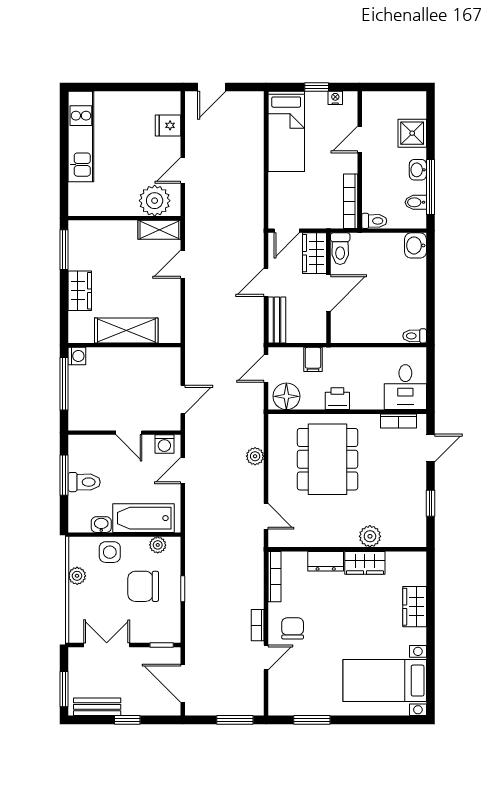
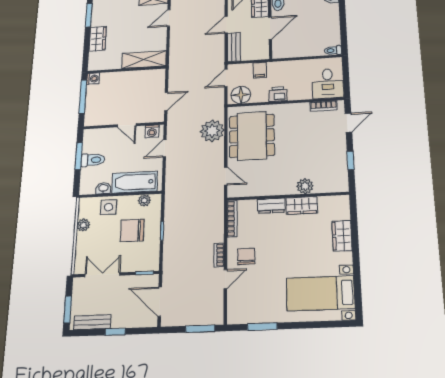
shelving: (126, 330) -> (144, 60), moved
plant: (255, 456) -> (212, 131), width x1.88, depth x1.88
dining table: (328, 459) -> (252, 136), moved

